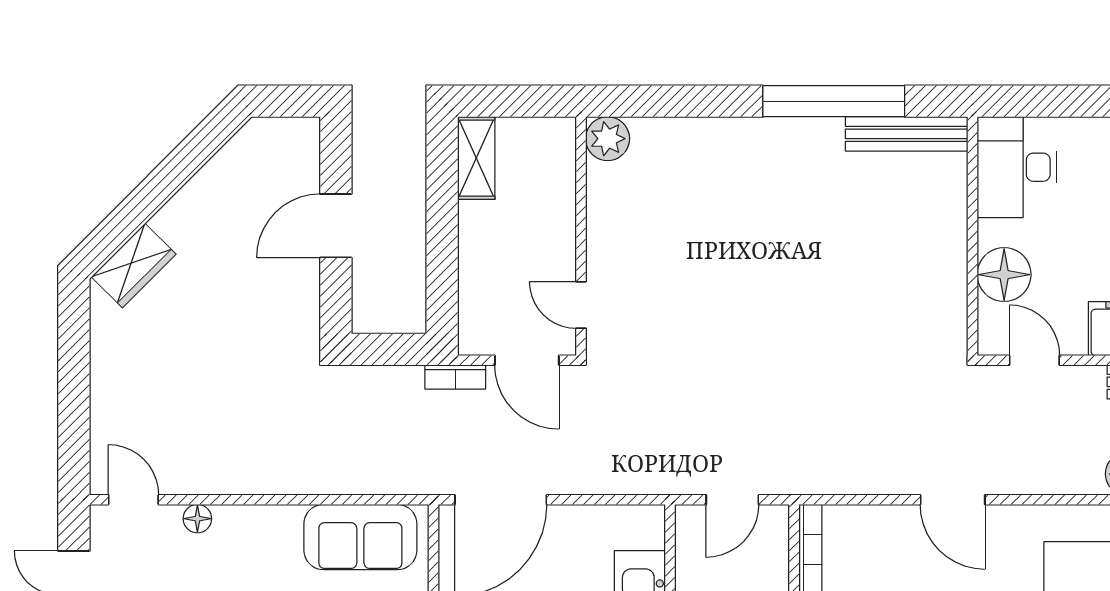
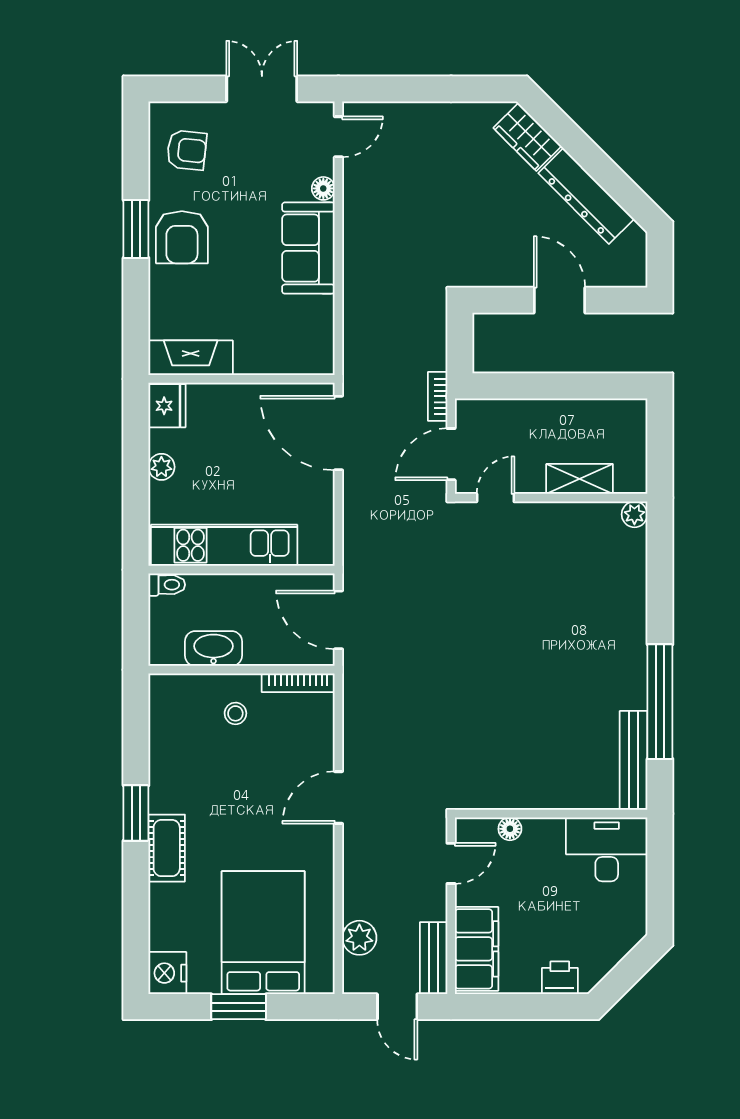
plant: (608, 139) -> (634, 514), width x0.73, depth x0.73
shelving: (476, 158) -> (580, 479), moved
dresser: (207, 193) -> (586, 196), added
floor lamp: (1004, 275) -> (510, 829), width x0.53, depth x0.53
door: (732, 500) -> (338, 620), width x1.38
sofa: (360, 537) -> (308, 248), moved

